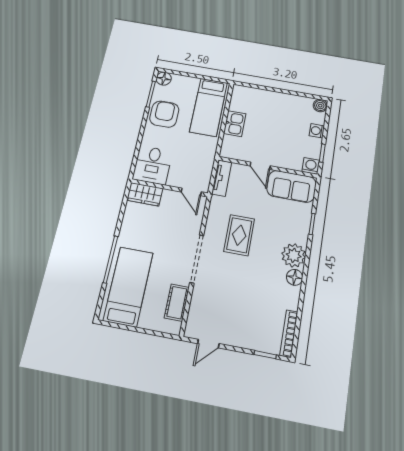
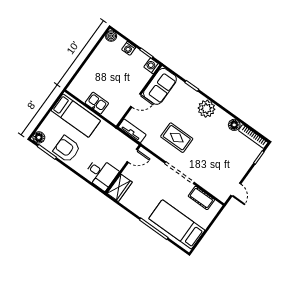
floor lamp: (295, 277) -> (234, 125), moved

